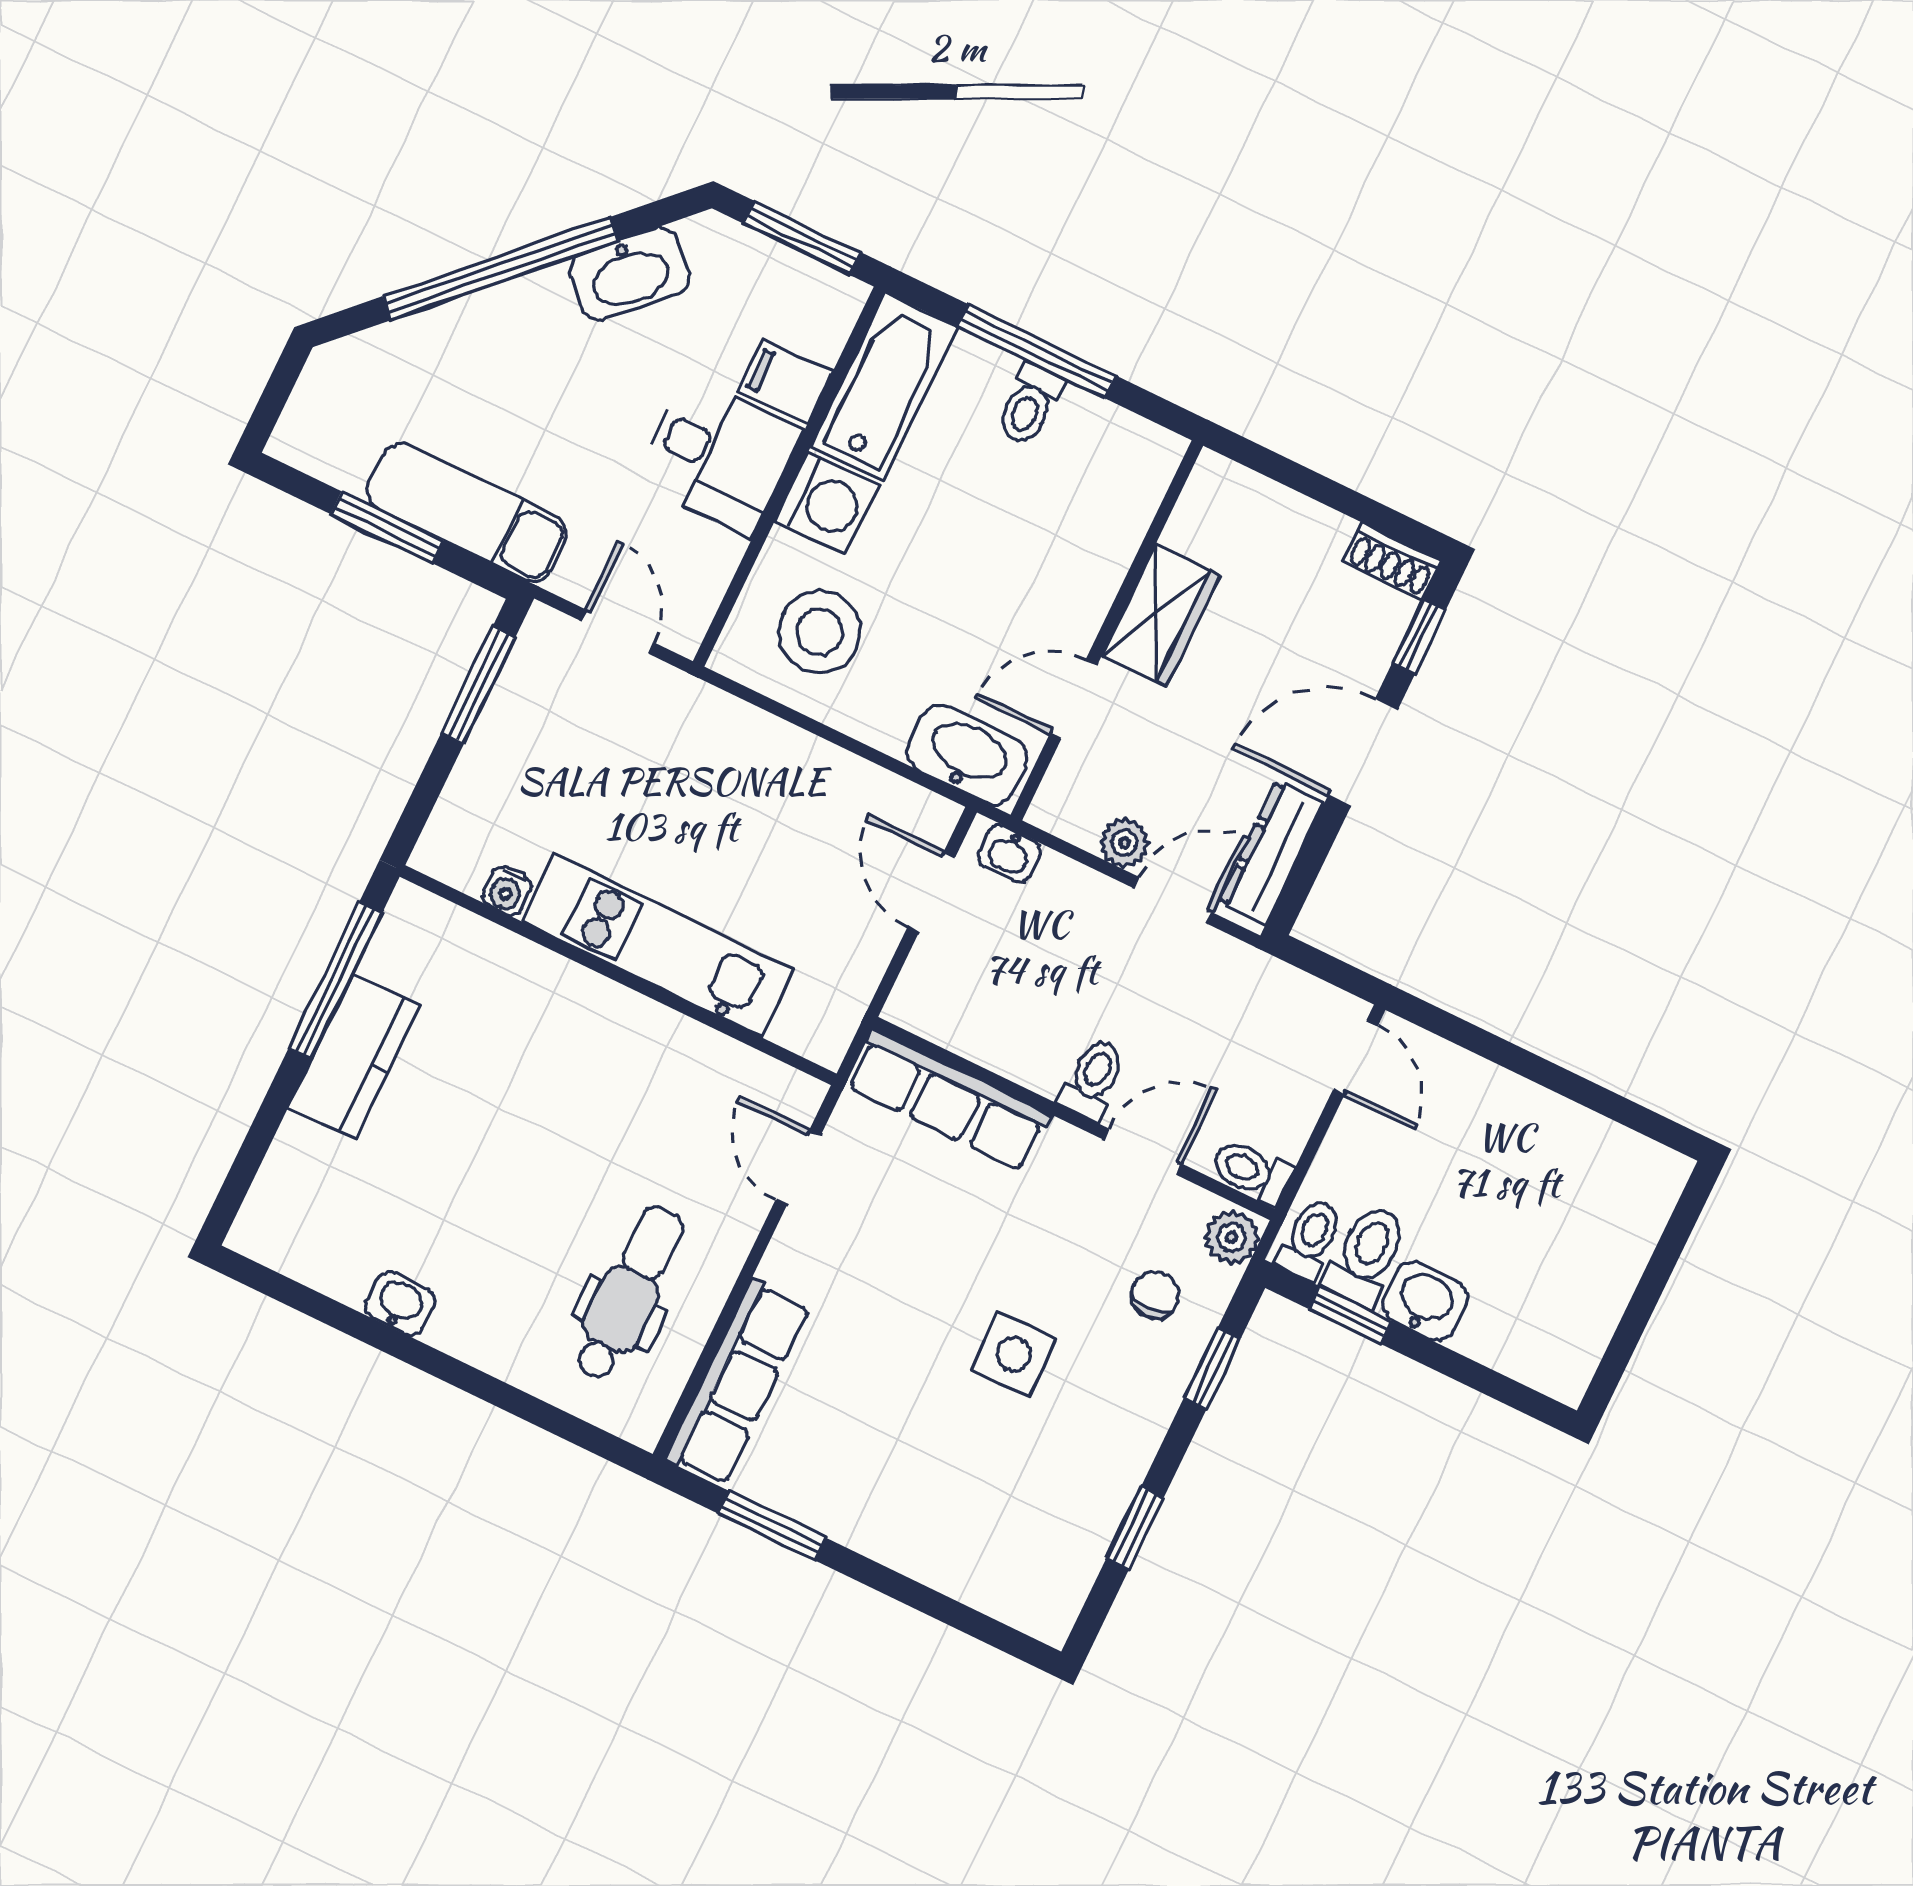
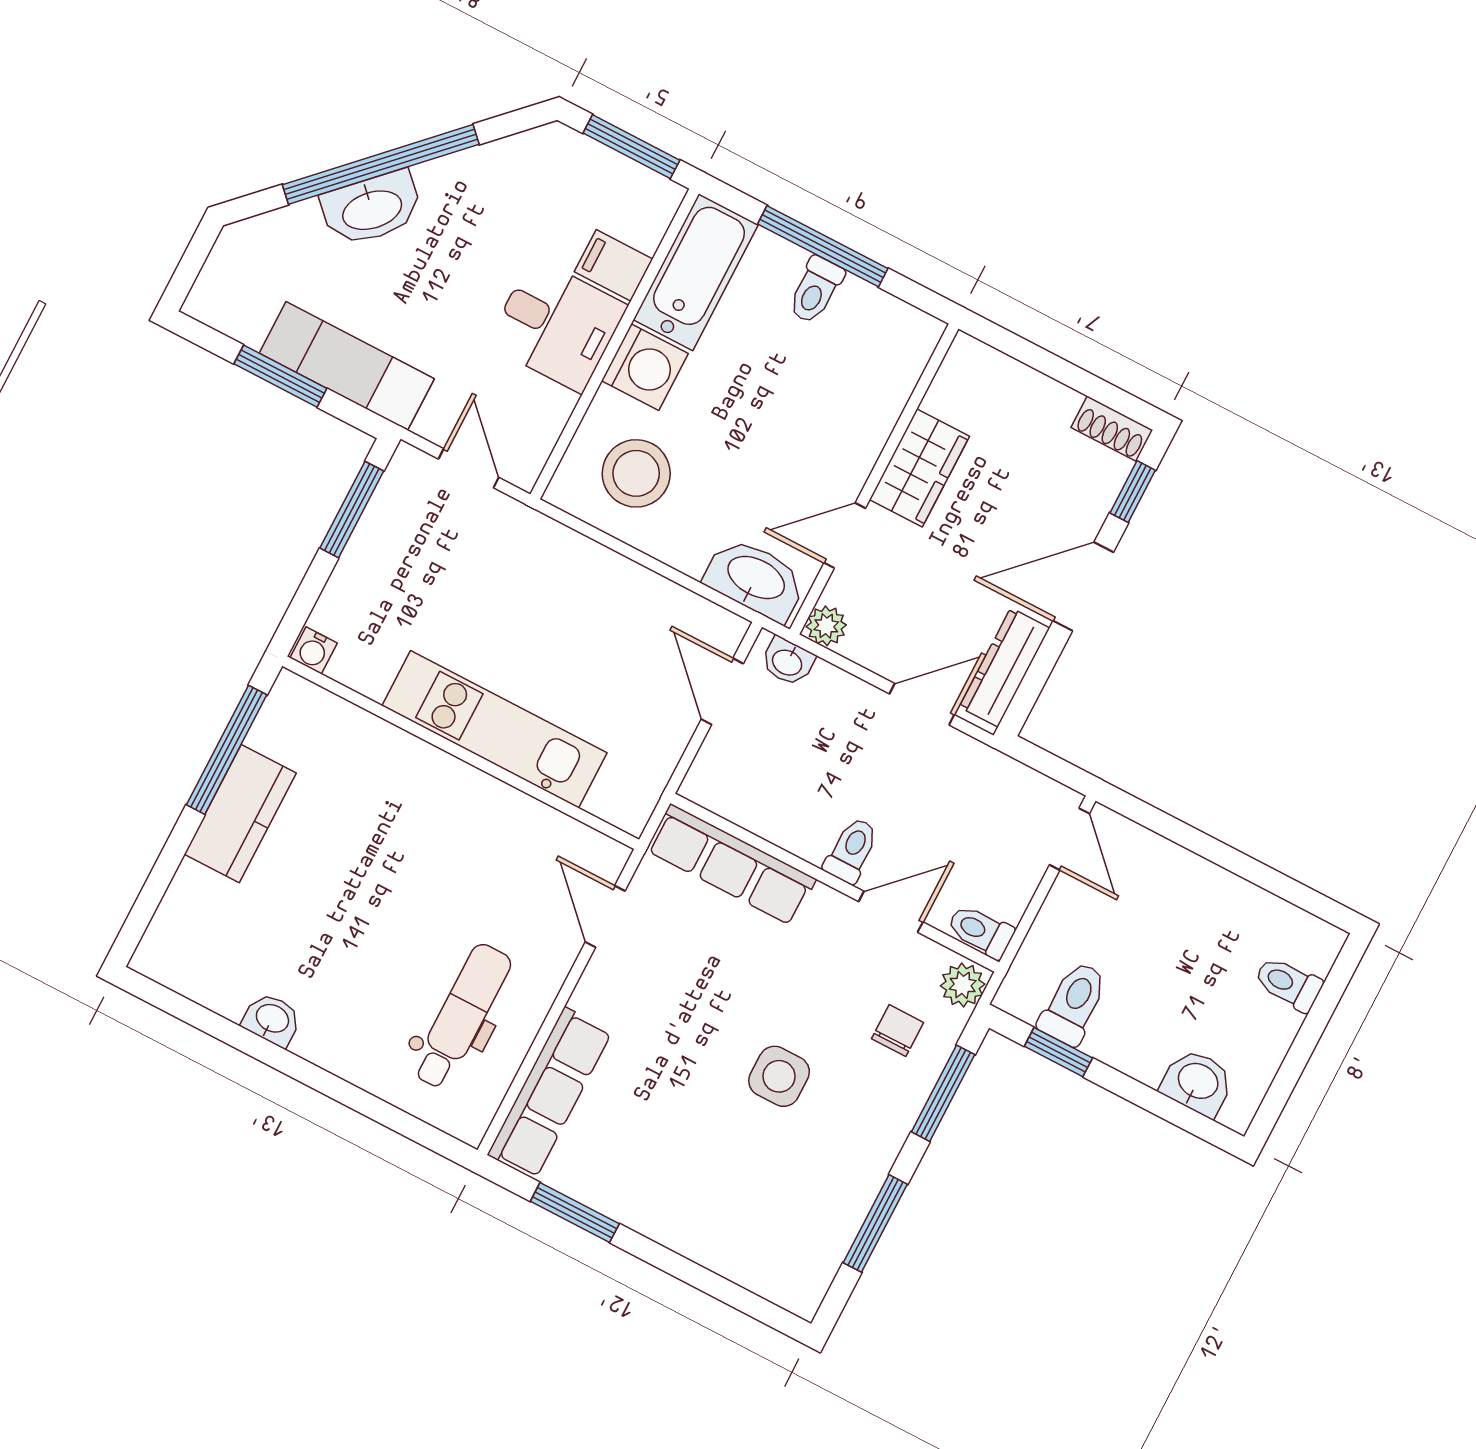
washbasin: (629, 274) -> (372, 209), moved
plant: (1124, 843) -> (826, 626), moved
water cooler: (507, 891) -> (314, 650), moved
toilet: (1310, 1239) -> (1288, 984), moved, turned -90
washbasin: (1425, 1301) -> (1197, 1082), moved
window: (1212, 1369) -> (943, 1093), width x1.50
window: (1135, 1528) -> (875, 1223), width x1.50

